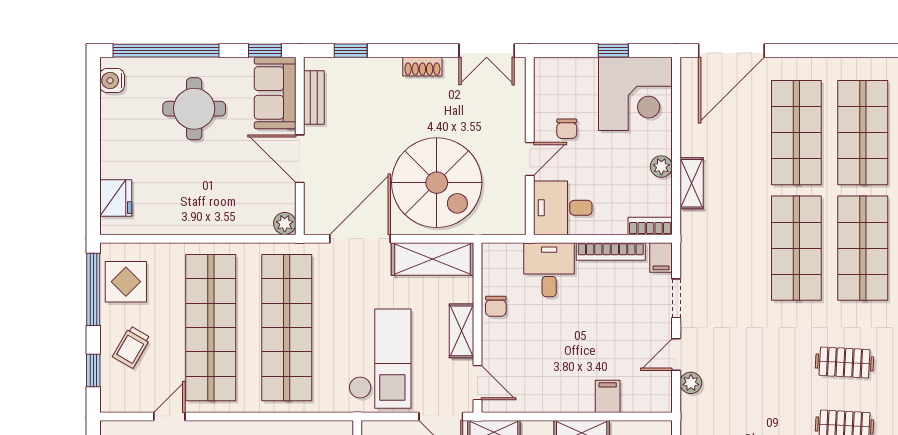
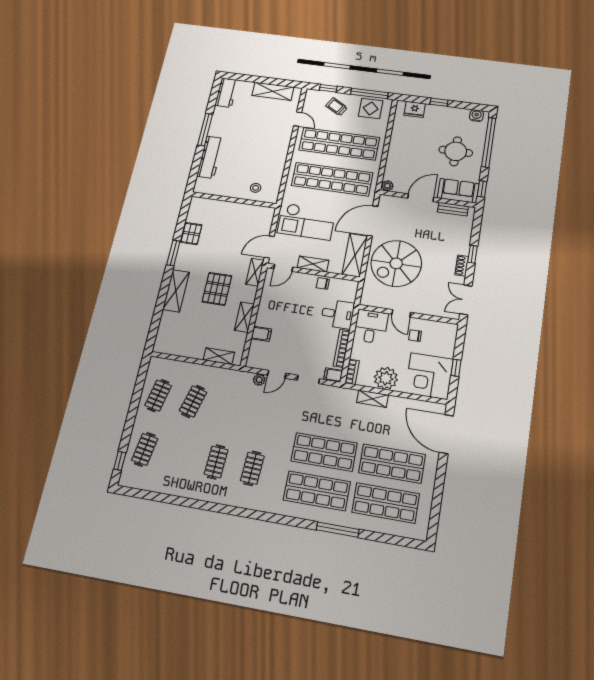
window: (351, 51) -> (472, 254), moved
window: (93, 155) -> (439, 102), added
plant: (661, 167) -> (386, 378), width x1.88, depth x1.88
door: (360, 239) -> (373, 221), swing flipped
door: (676, 355) -> (277, 374), swing flipped

